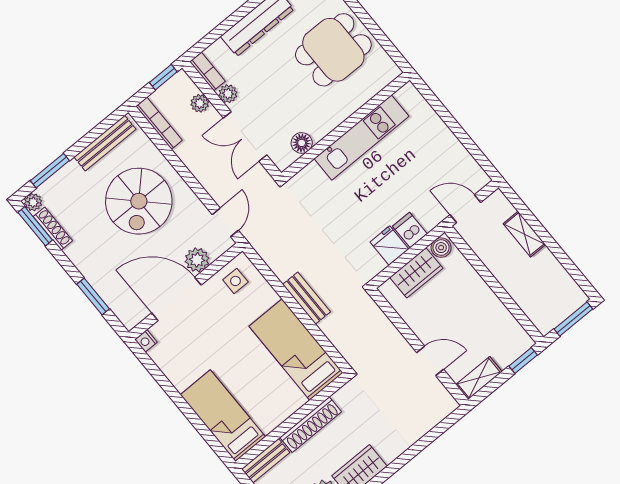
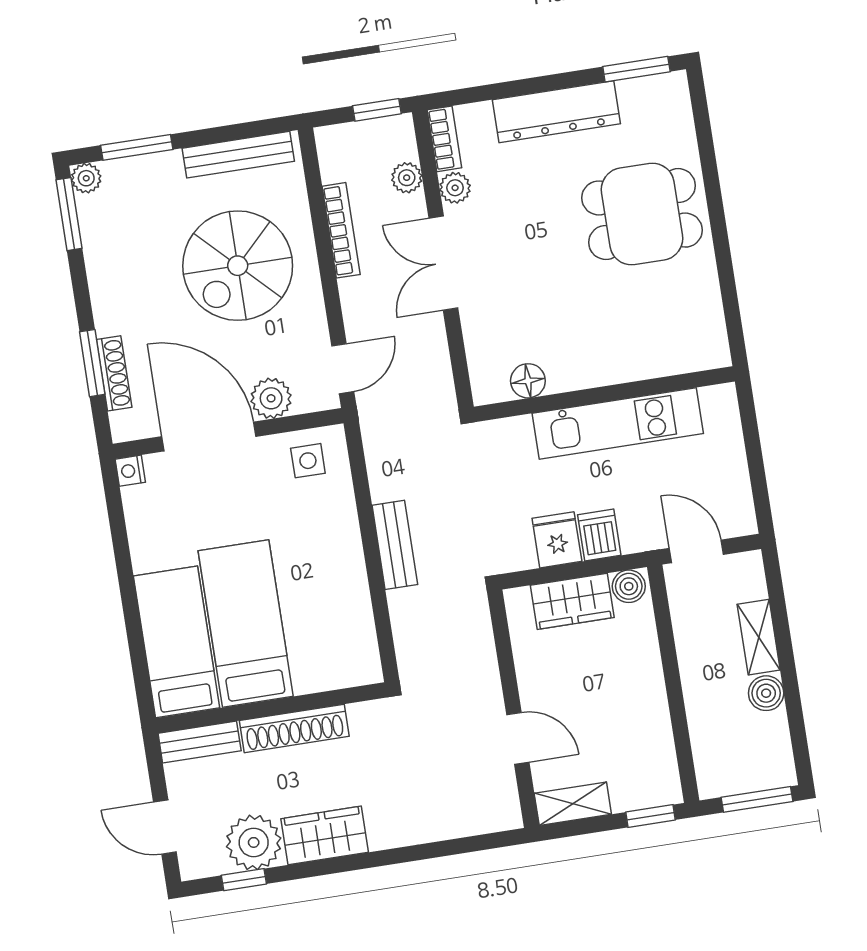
bookcase: (159, 123) -> (341, 230), moved
wall: (345, 126) -> (604, 394), moved
kitchen unit: (361, 137) -> (618, 423), moved
floor lamp: (302, 143) -> (528, 381), moved
shoe rack: (53, 229) -> (114, 373), moved
boiler: (545, 261) -> (766, 693), added
bed: (296, 350) -> (246, 624), moved

